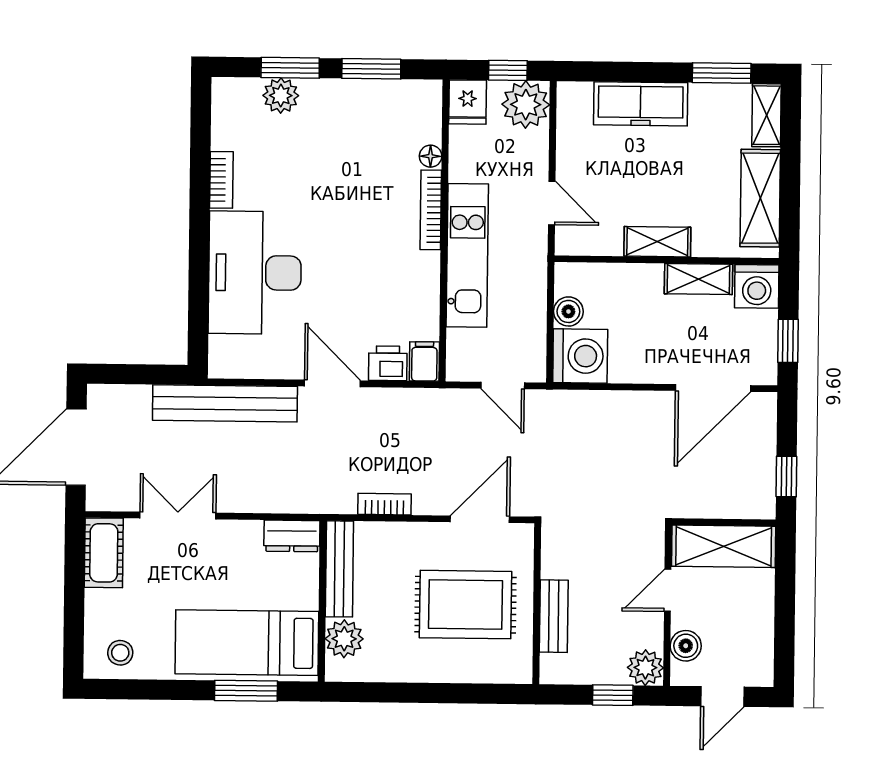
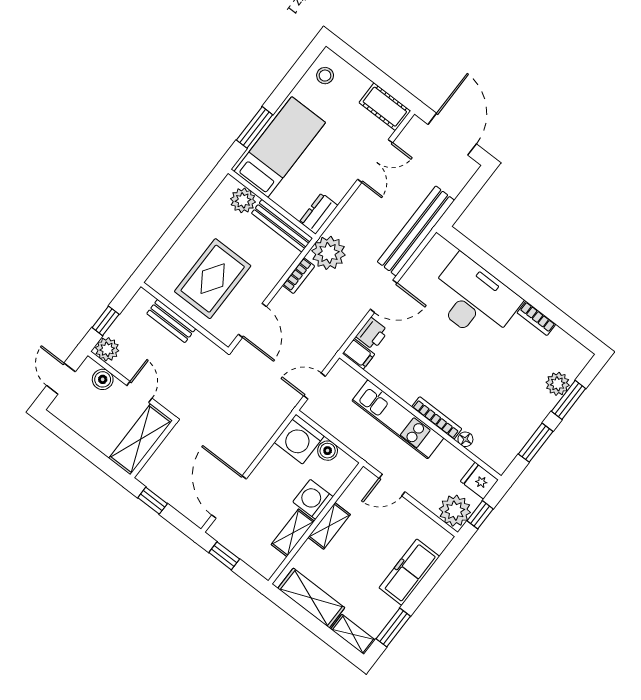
washing machine: (757, 286) -> (313, 499), moved
plant: (330, 489) -> (329, 253), added

